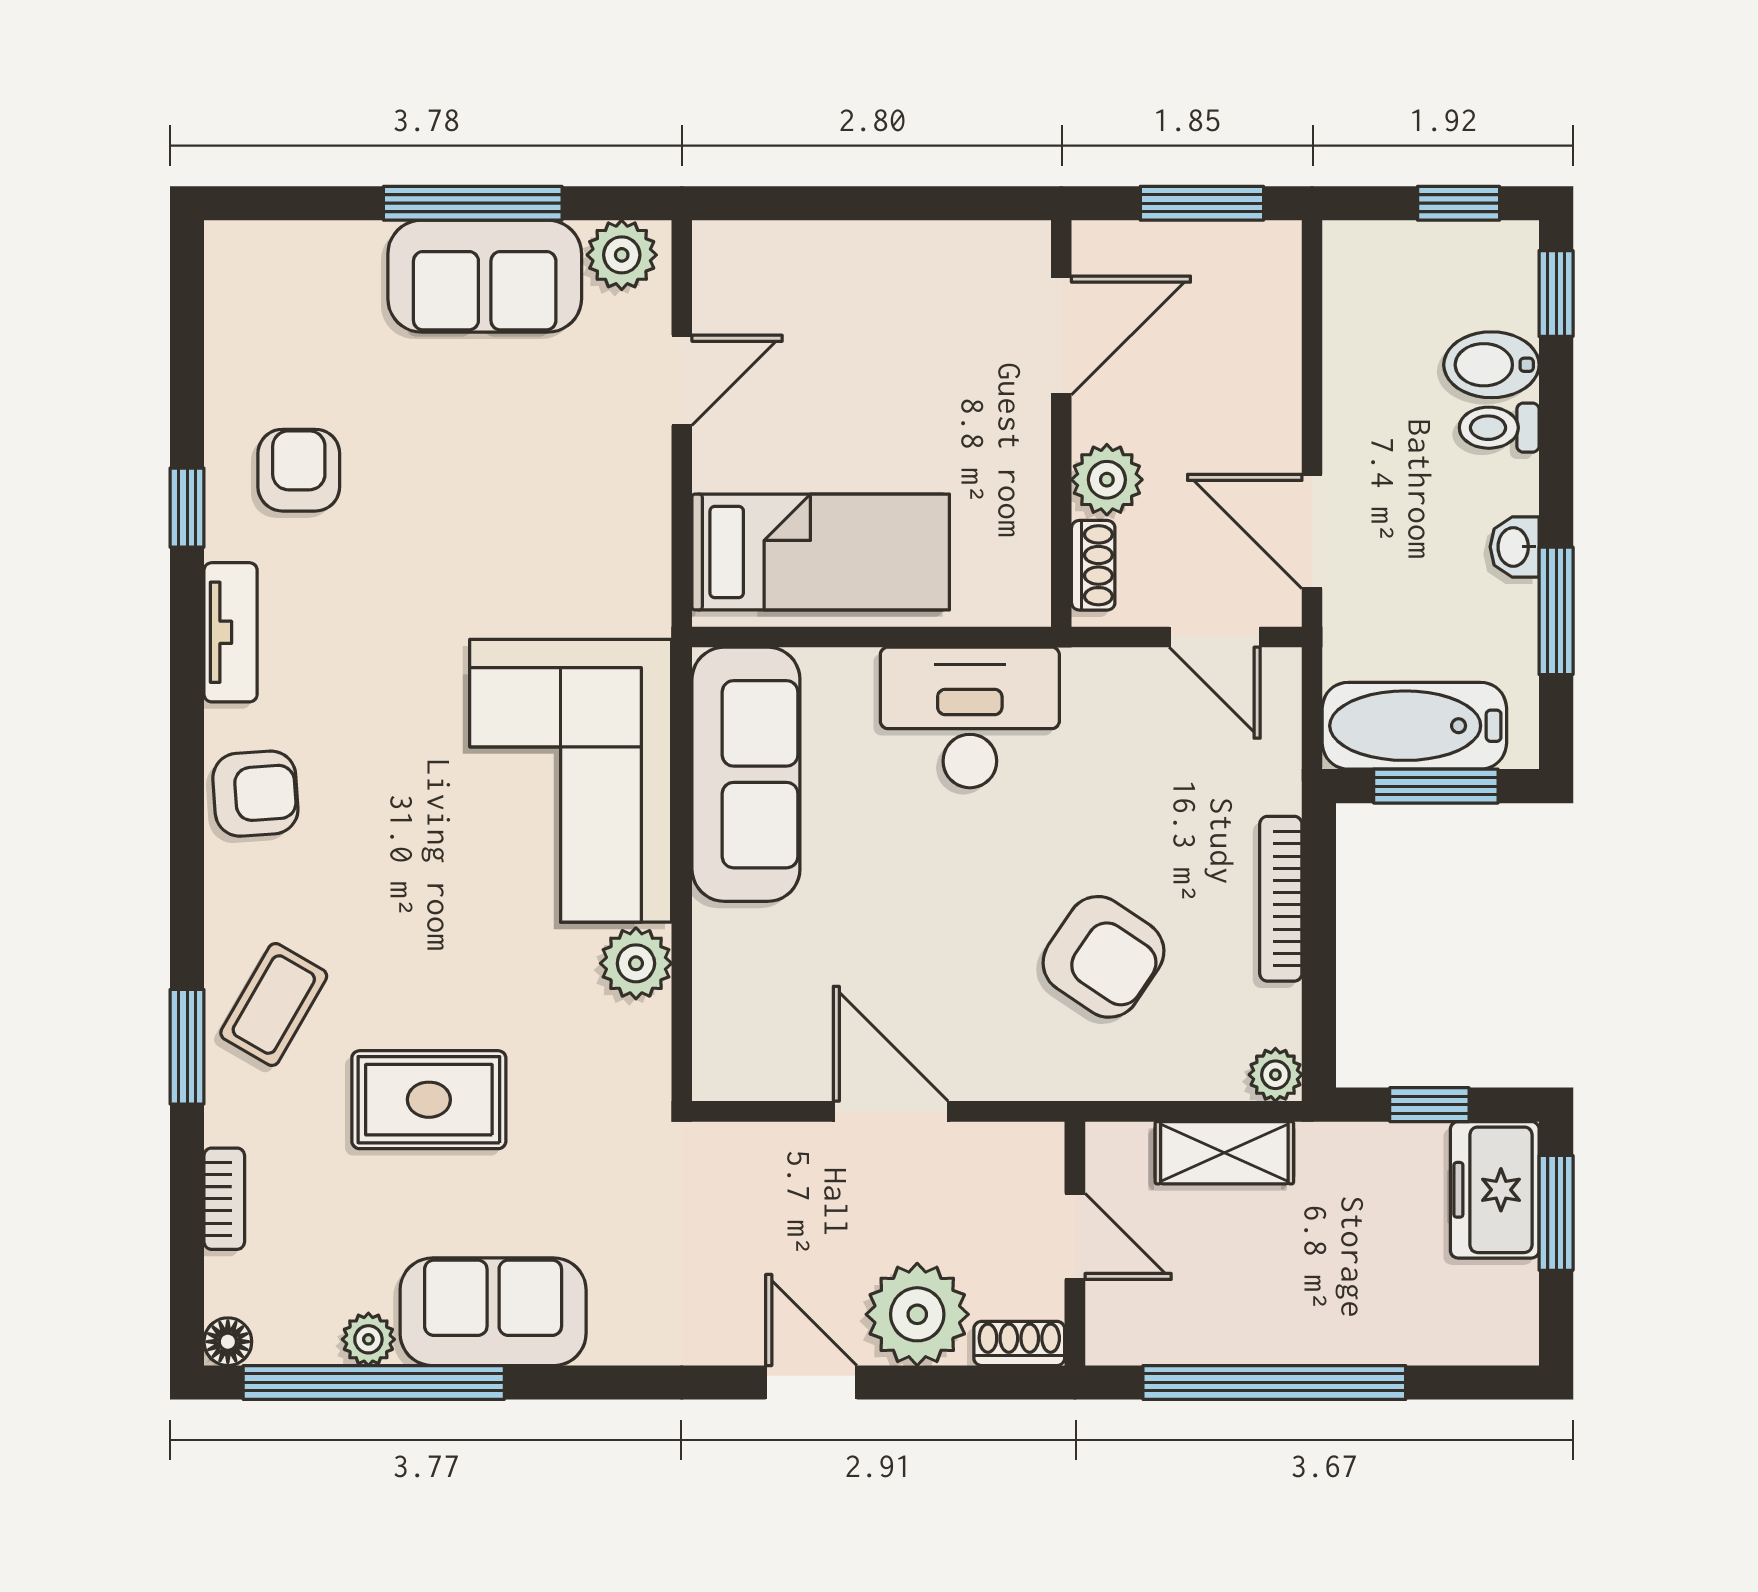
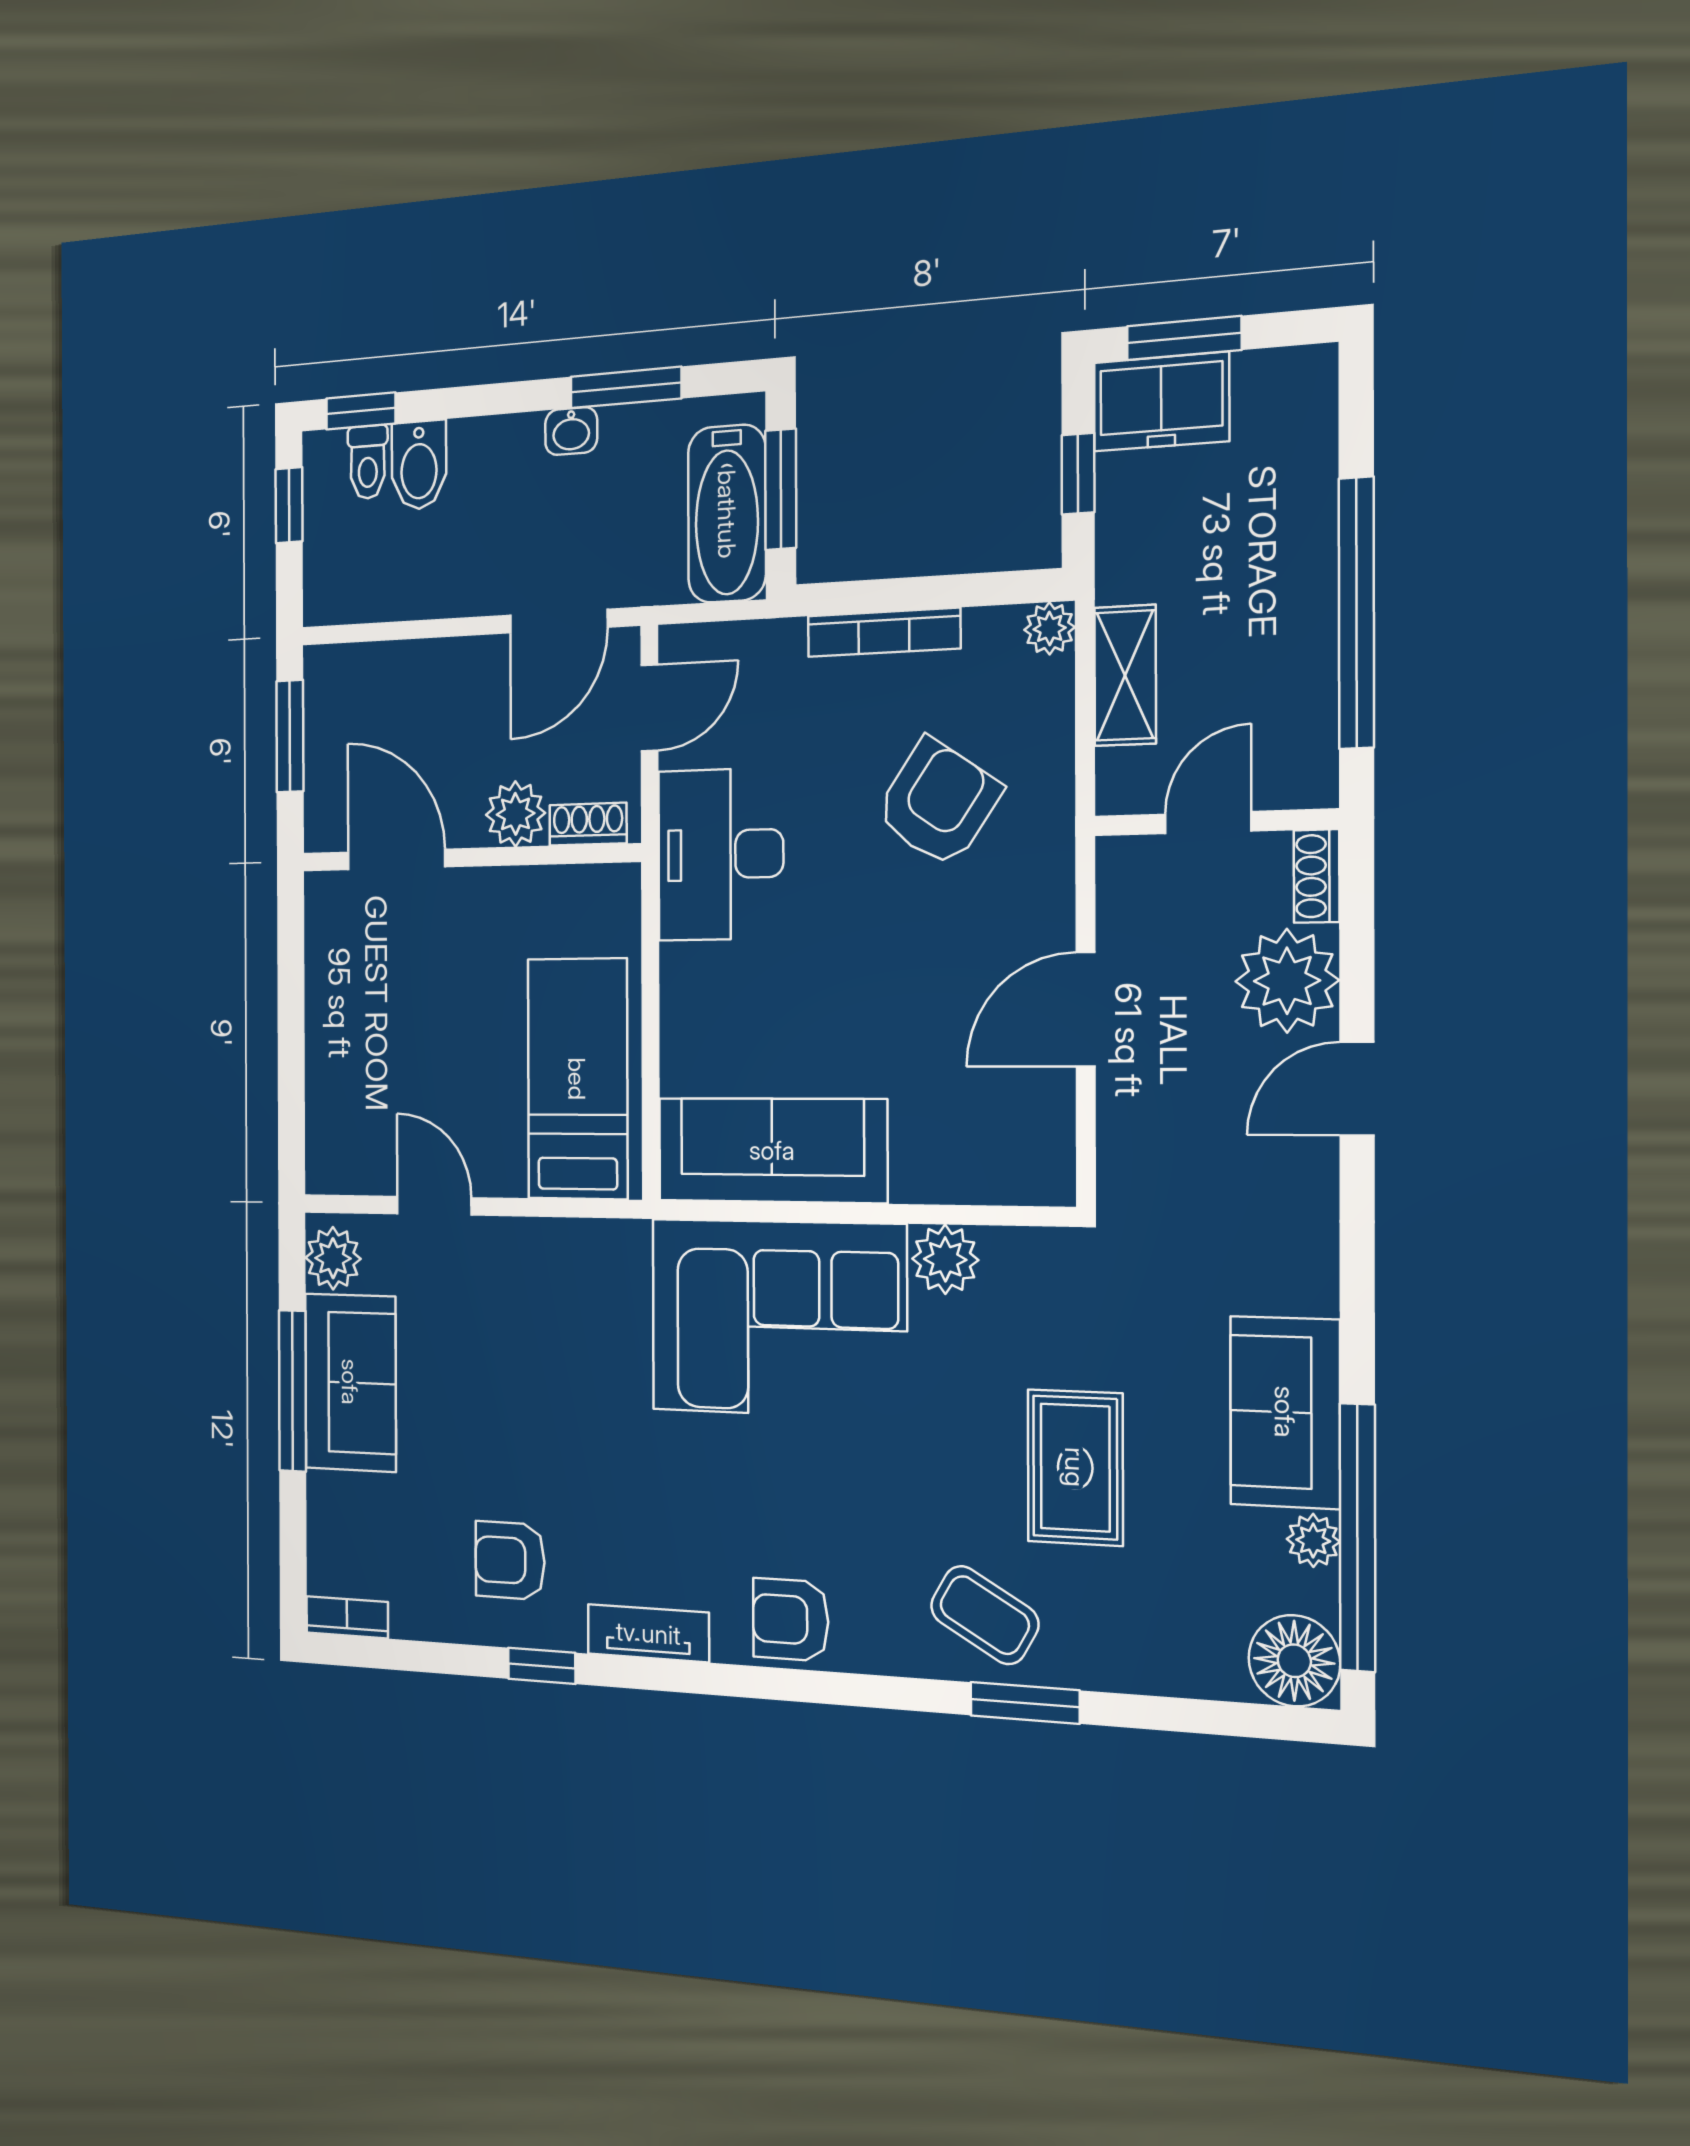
toilet: (1499, 428) -> (368, 462), moved
desk: (970, 717) -> (721, 854), moved
armchair: (255, 794) -> (791, 1620), turned -86
bookcase: (224, 1199) -> (347, 1617), moved
floor lamp: (228, 1342) -> (1294, 1661), width x1.89, depth x1.89

